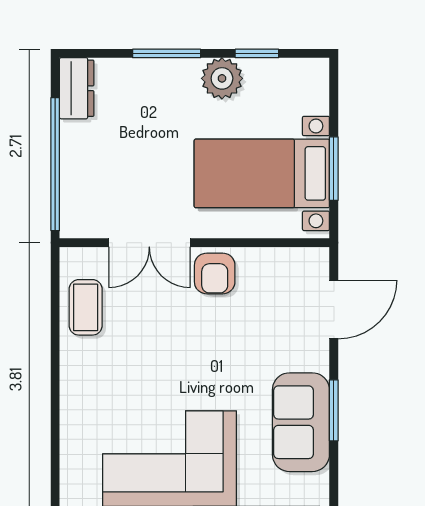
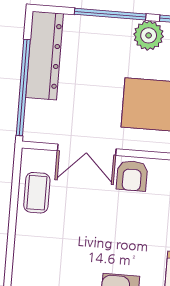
window: (167, 53) -> (110, 14), width x1.44
dresser: (77, 88) -> (44, 56), width x1.96, depth x1.24

